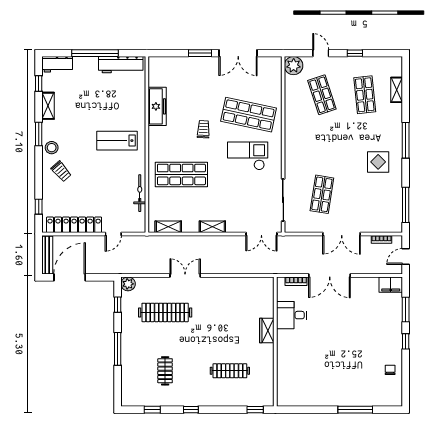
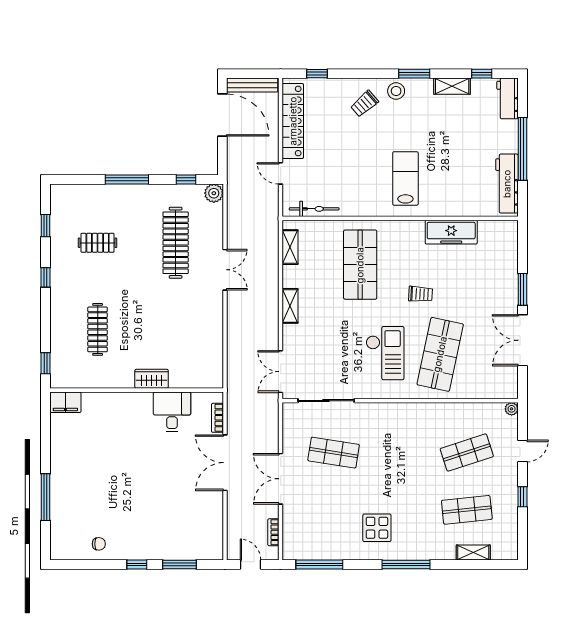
plant: (294, 66) -> (512, 409), width x0.53, depth x0.53
bicycle: (140, 193) -> (314, 209), moved
filing cabinet: (391, 285) -> (65, 402), moved, turned -90

